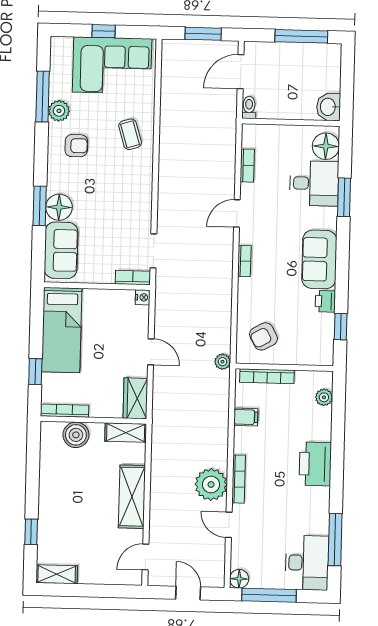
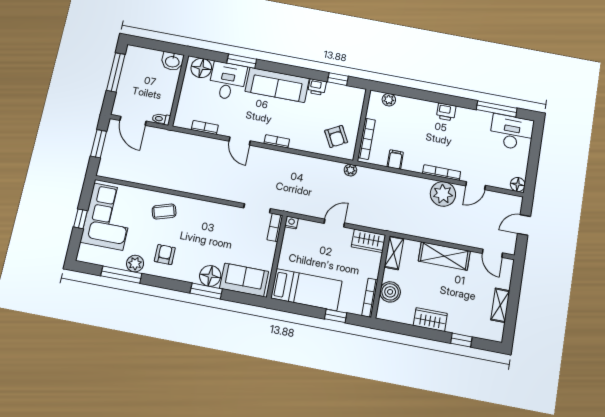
sofa: (319, 259) -> (277, 85), width x1.36
printer: (315, 464) -> (446, 112), width x0.53, depth x0.68
wardrobe: (50, 490) -> (430, 320), added
shelving: (57, 574) -> (500, 305), moved
window: (269, 595) -> (533, 164), removed

